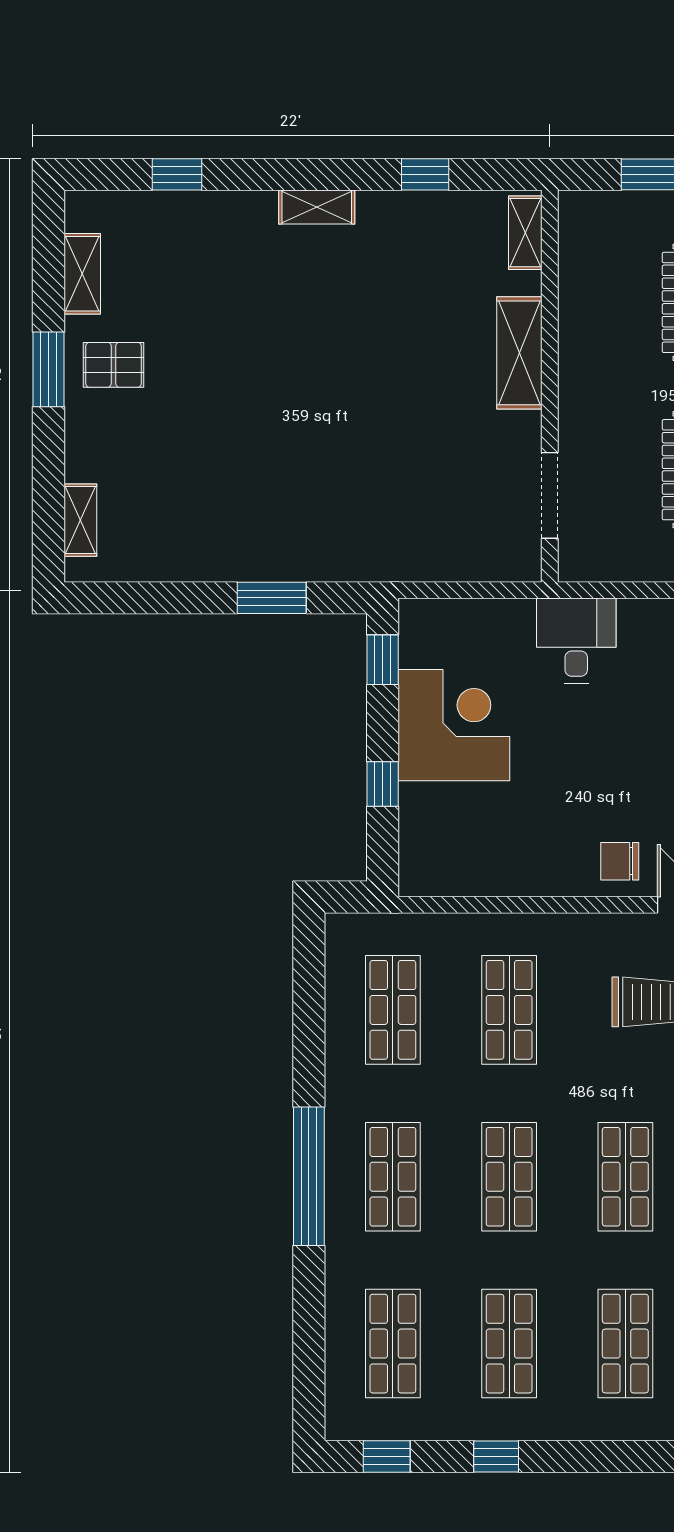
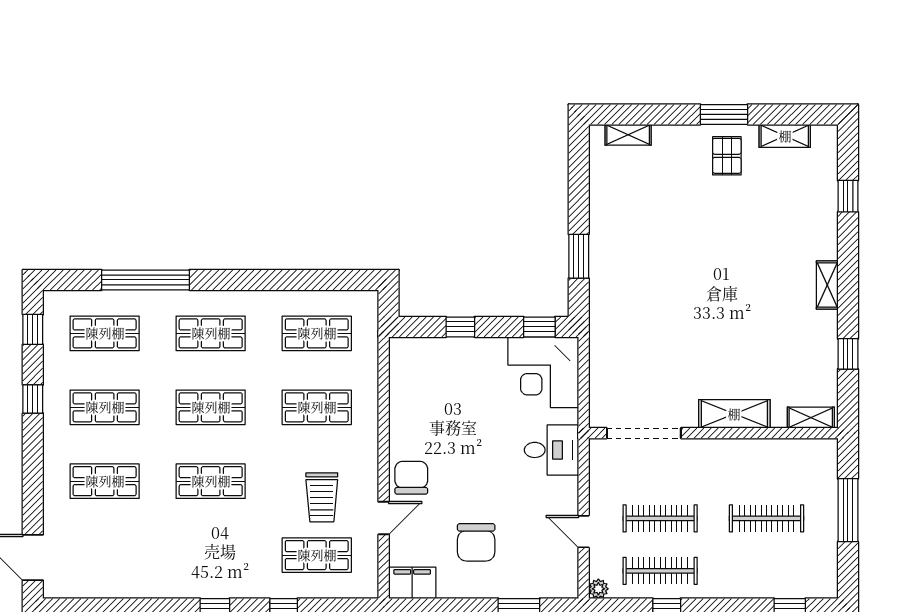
doorway: (550, 495) -> (644, 433), width x1.36
corner desk: (454, 725) -> (543, 372), moved, turned 90
chair: (620, 861) -> (411, 478), width x1.37, depth x1.37
window: (309, 1176) -> (145, 280), moved

